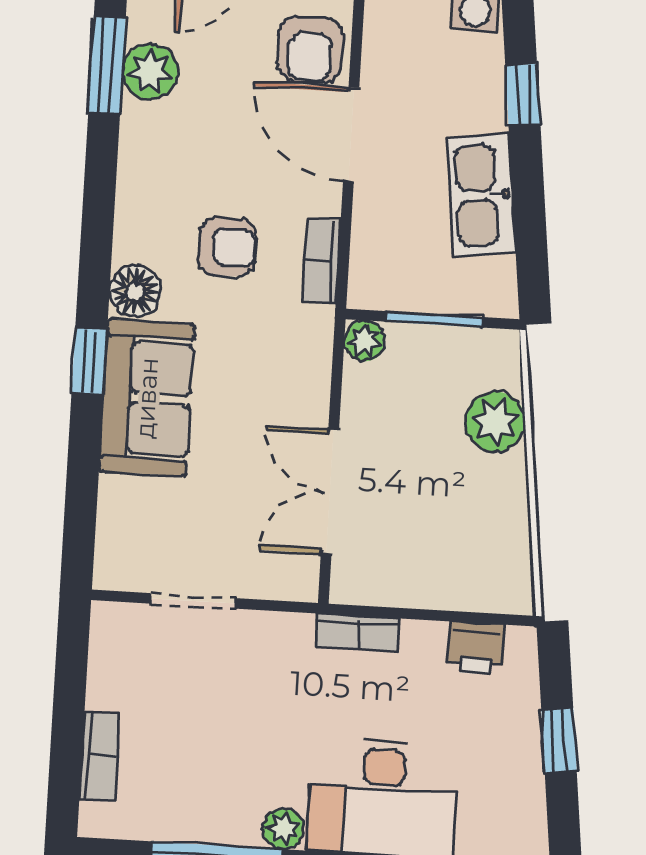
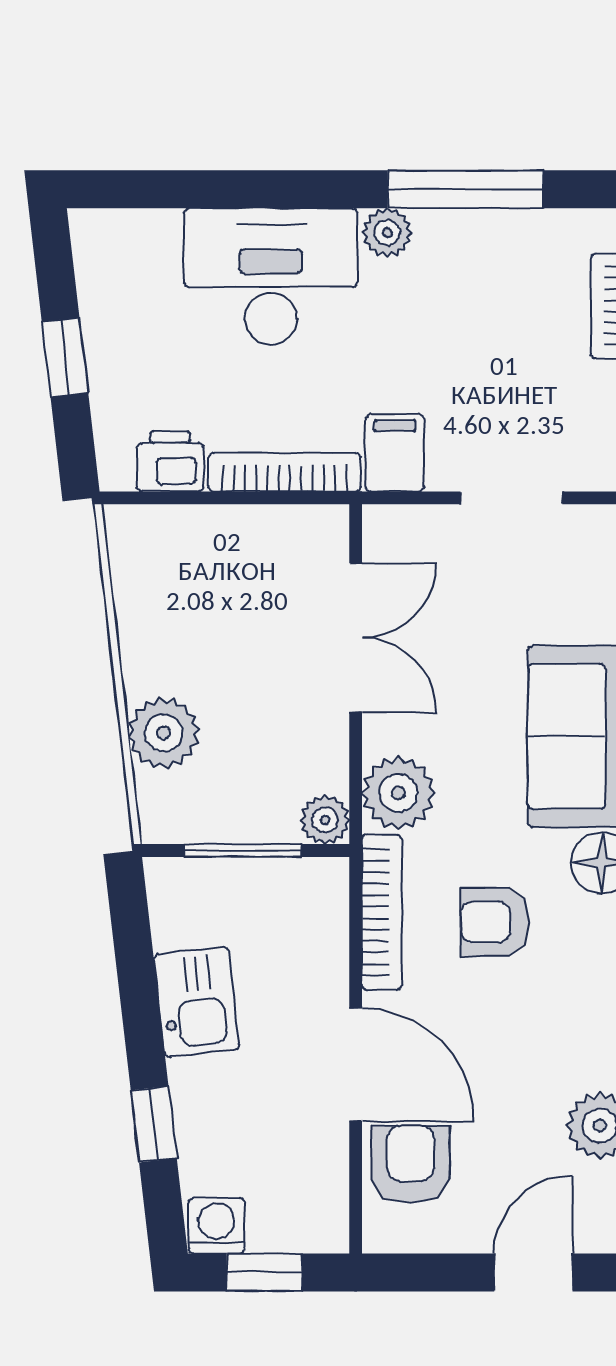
kitchen sink: (481, 195) -> (196, 1002), width x0.73
bookcase: (322, 261) -> (382, 912), width x1.56
plant: (302, 360) -> (398, 793), added
bookcase: (358, 632) -> (285, 472), width x1.56
filing cabinet: (288, 644) -> (395, 453), added

